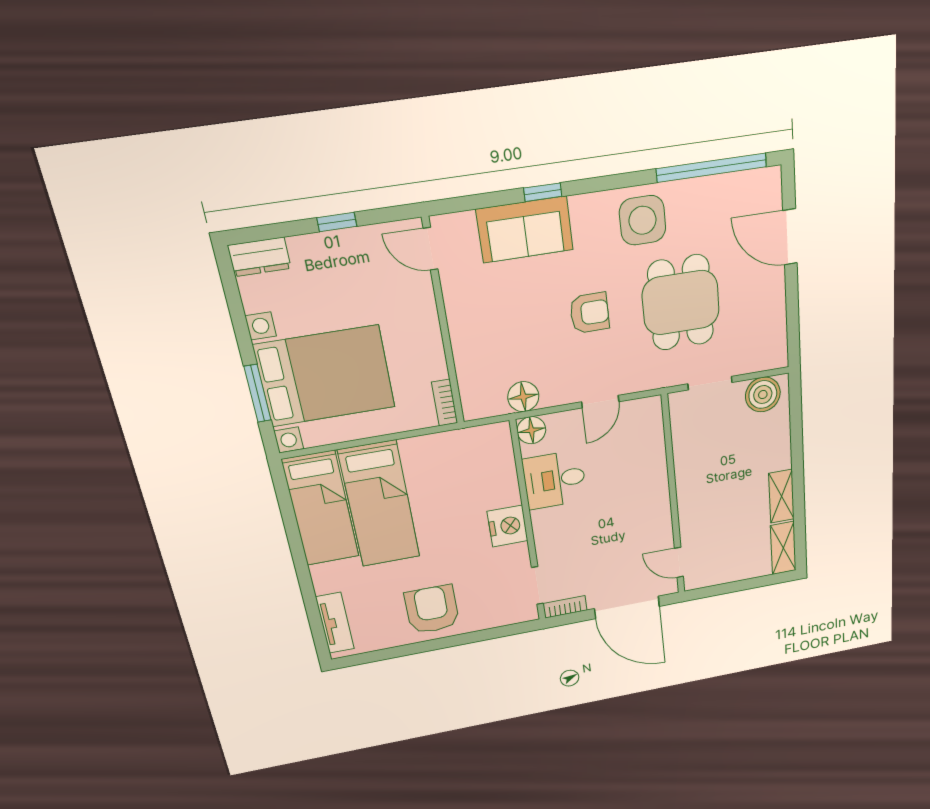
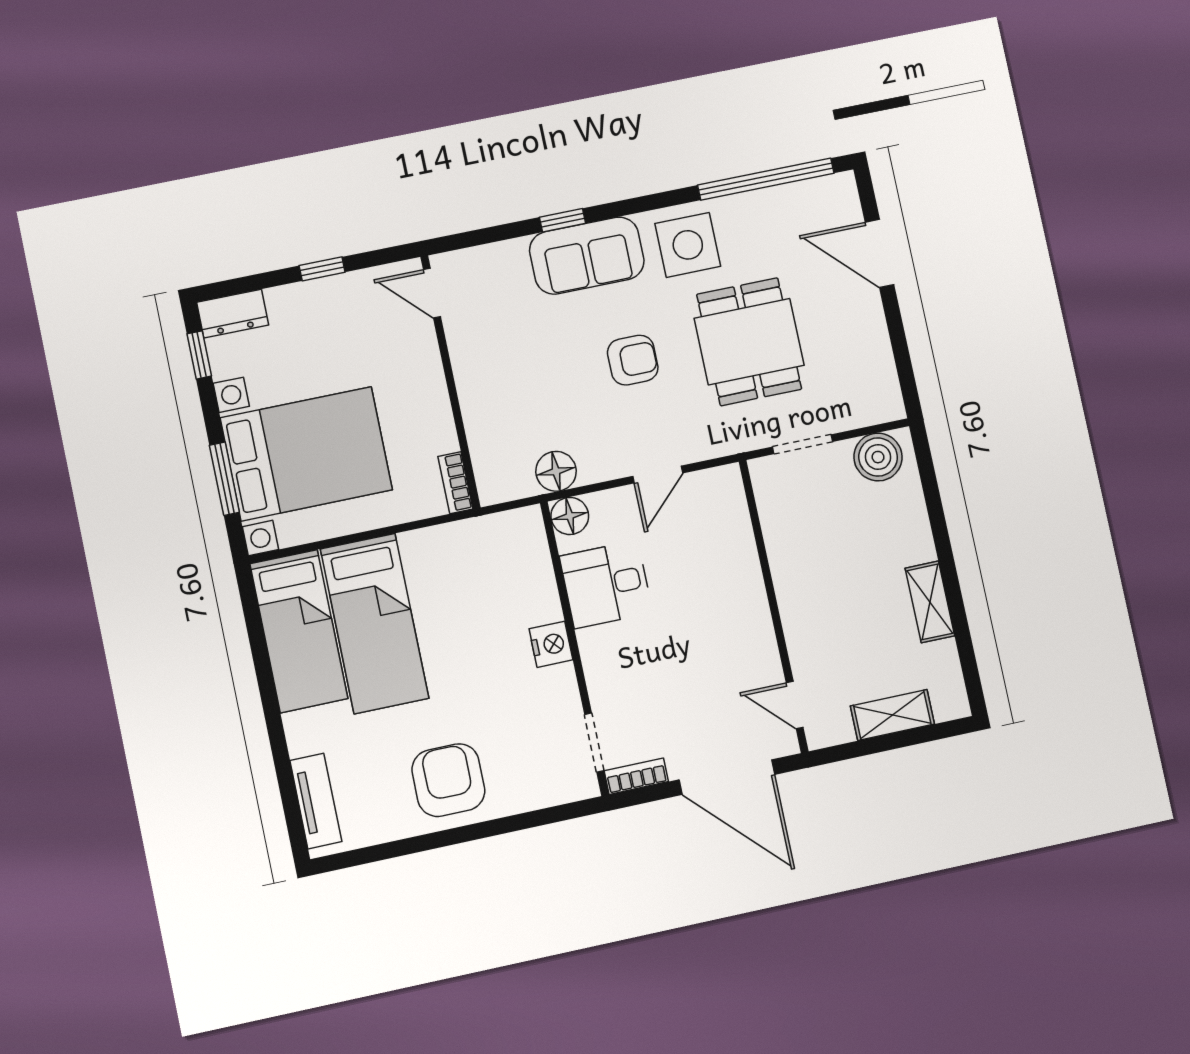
sofa: (525, 230) -> (587, 256), moved
window: (232, 291) -> (199, 355), added
nightstand: (508, 526) -> (551, 644), width x0.74, depth x0.75
shelving: (783, 548) -> (892, 715), moved, turned 90

